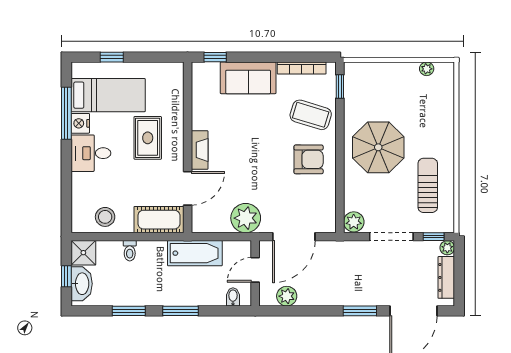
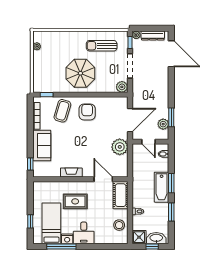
fireplace: (200, 150) -> (71, 173), moved
door: (294, 237) -> (130, 120), hinge flipped
bathtub: (195, 253) -> (162, 187), moved, turned 180
window: (360, 311) -> (171, 117), moved

